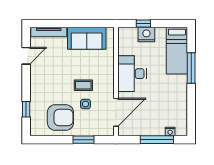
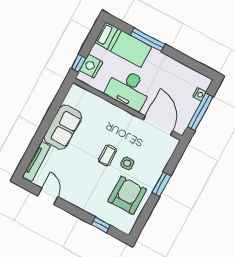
desk: (132, 74) -> (128, 89), moved
wall: (116, 82) -> (128, 109), moved
door: (116, 112) -> (158, 126), moved

